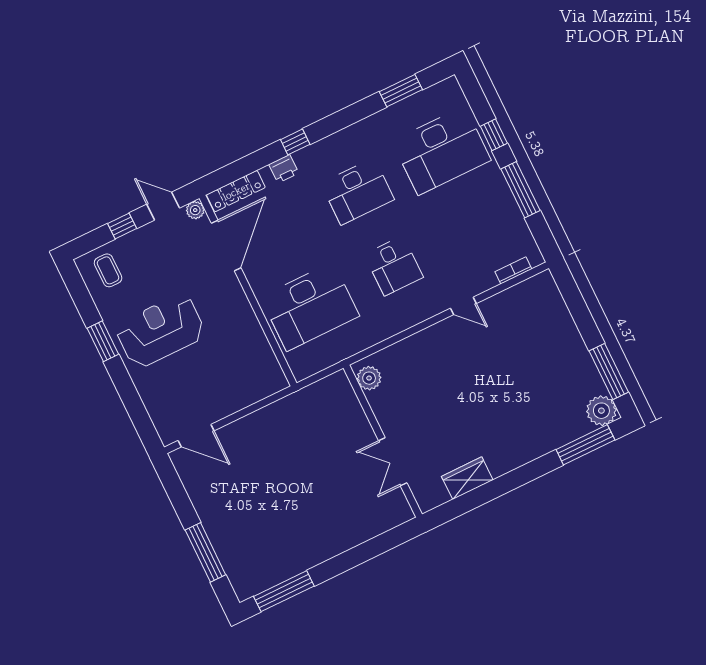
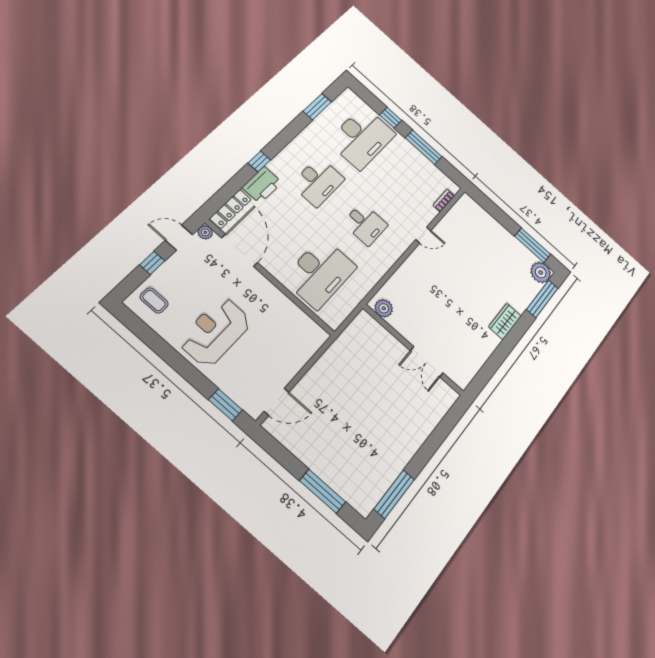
printer: (284, 169) -> (262, 185), width x1.87, depth x1.48
window: (103, 341) -> (225, 405), moved
wardrobe: (467, 478) -> (505, 321), moved

